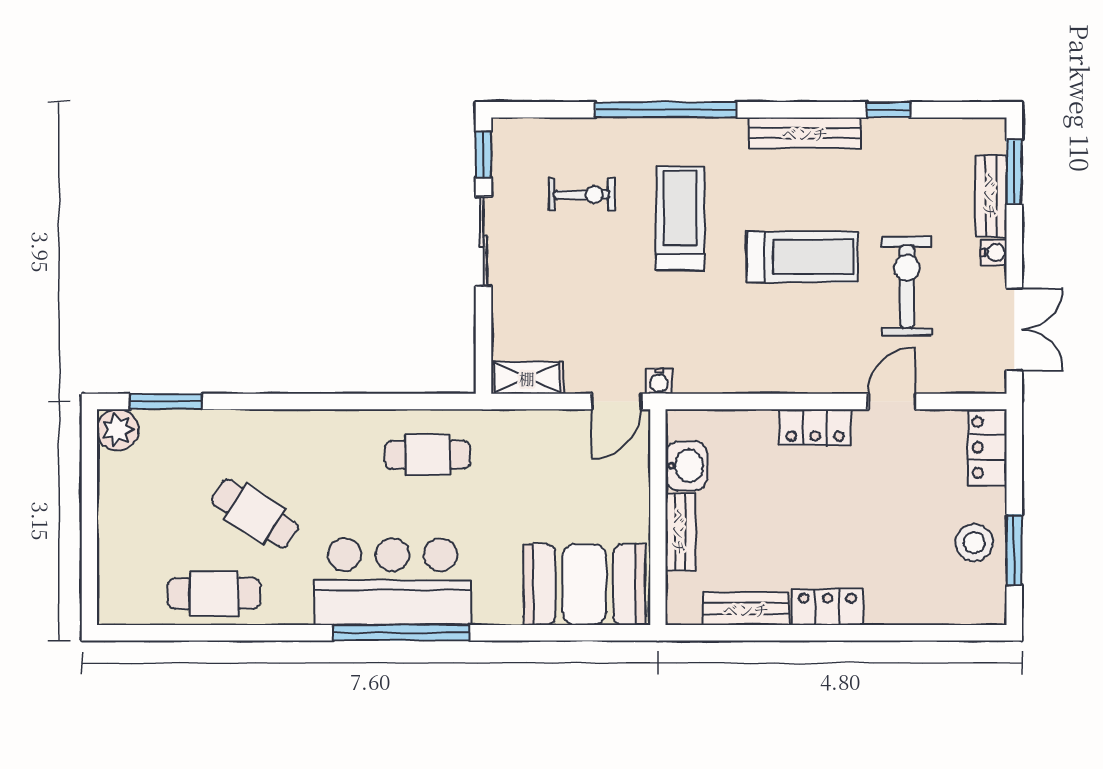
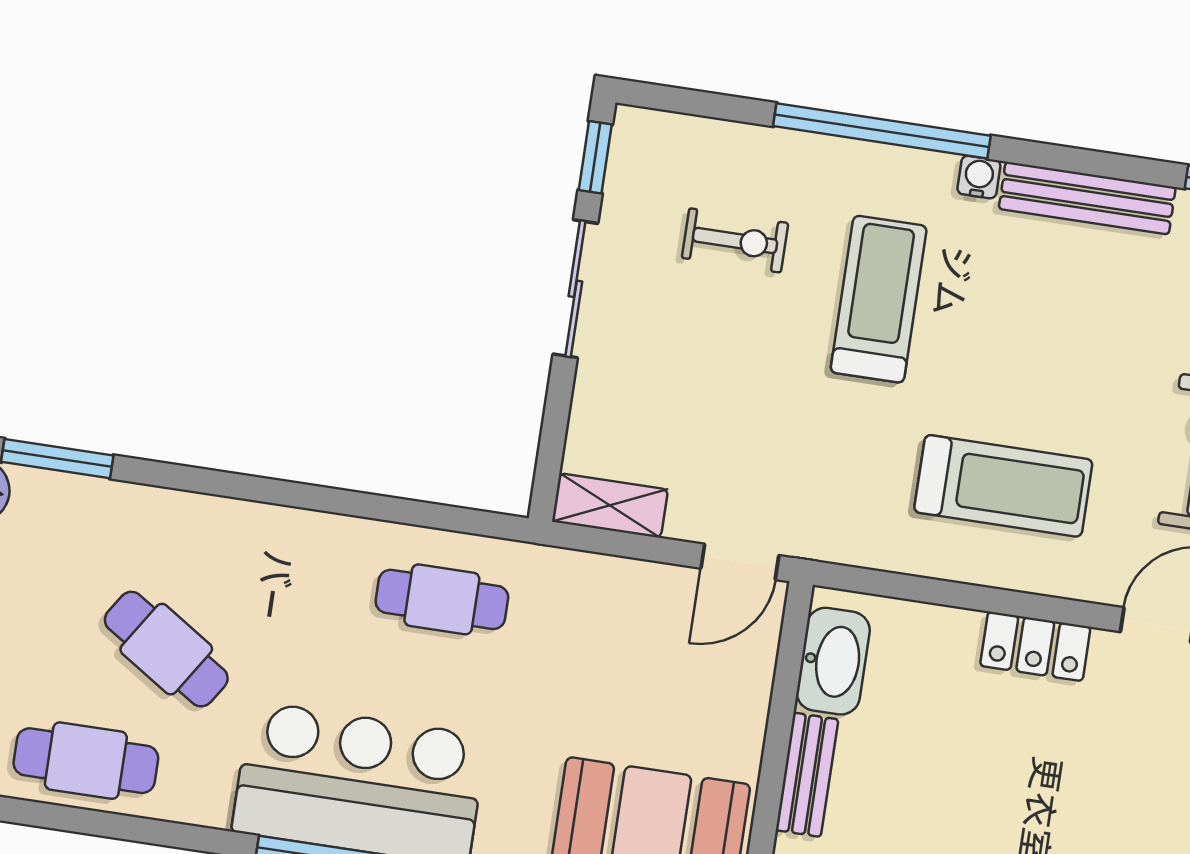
treadmill: (802, 257) -> (1003, 486), moved
water cooler: (659, 381) -> (979, 177), moved, turned 180
washbasin: (686, 466) -> (833, 661), width x1.38

